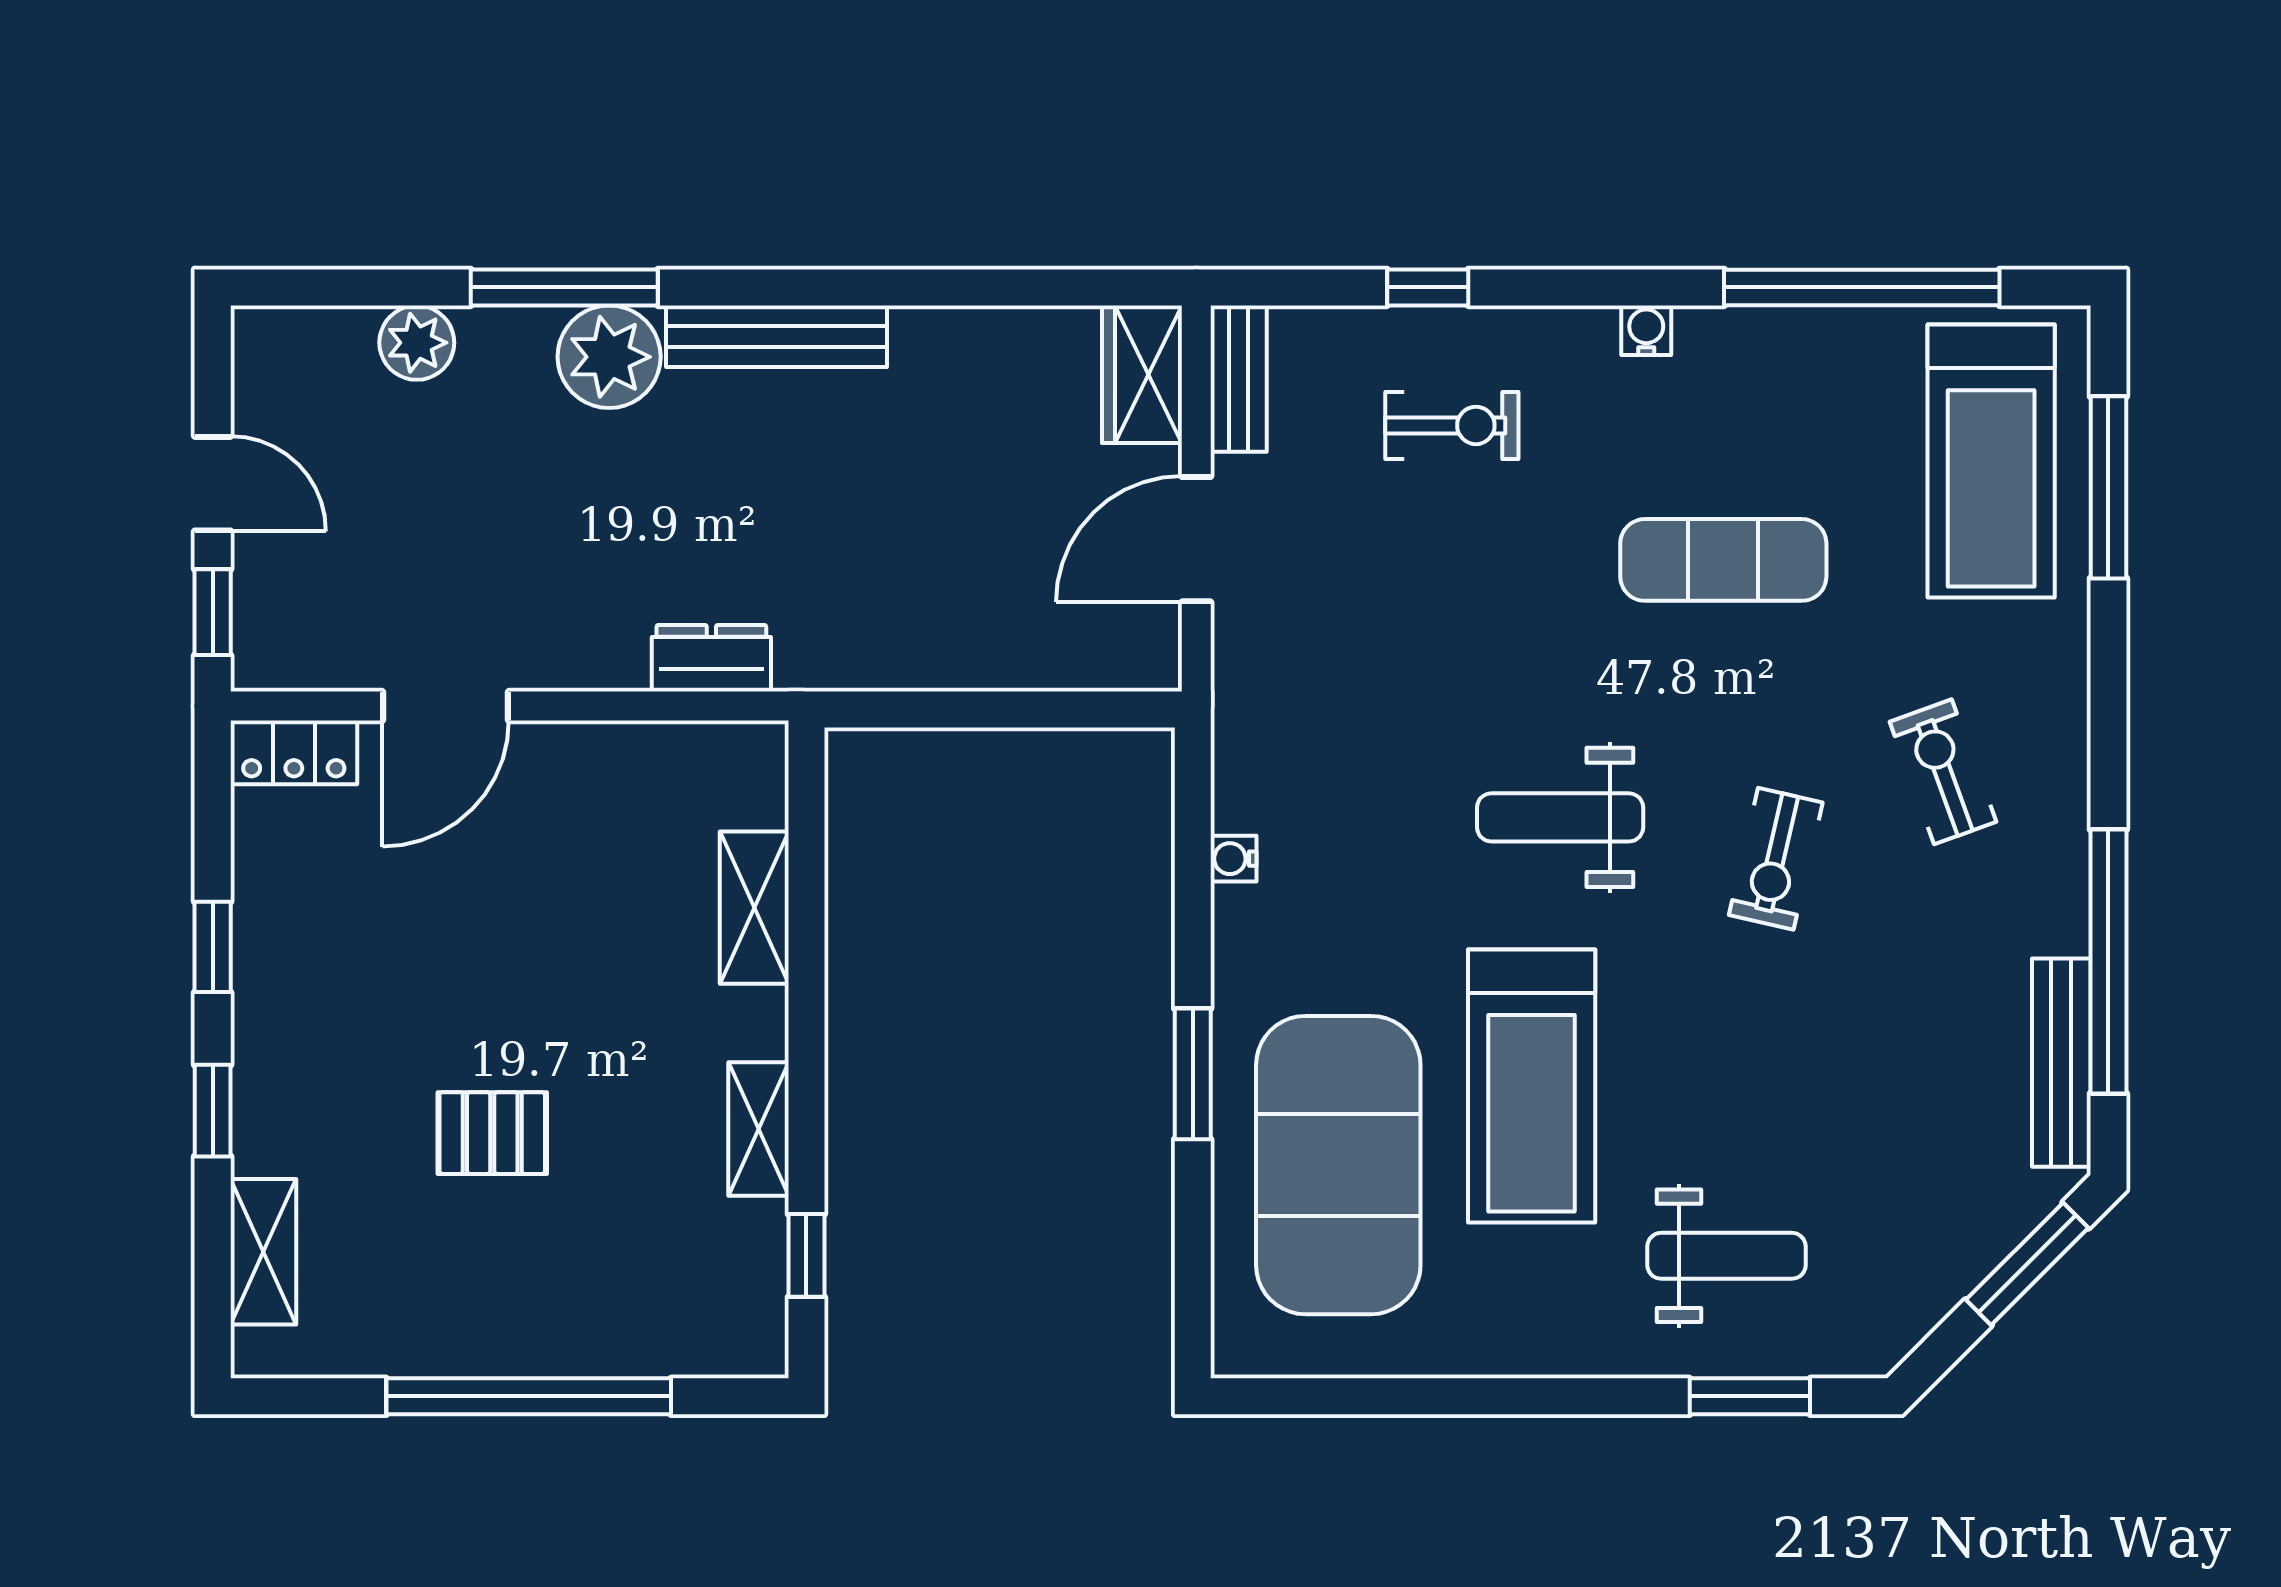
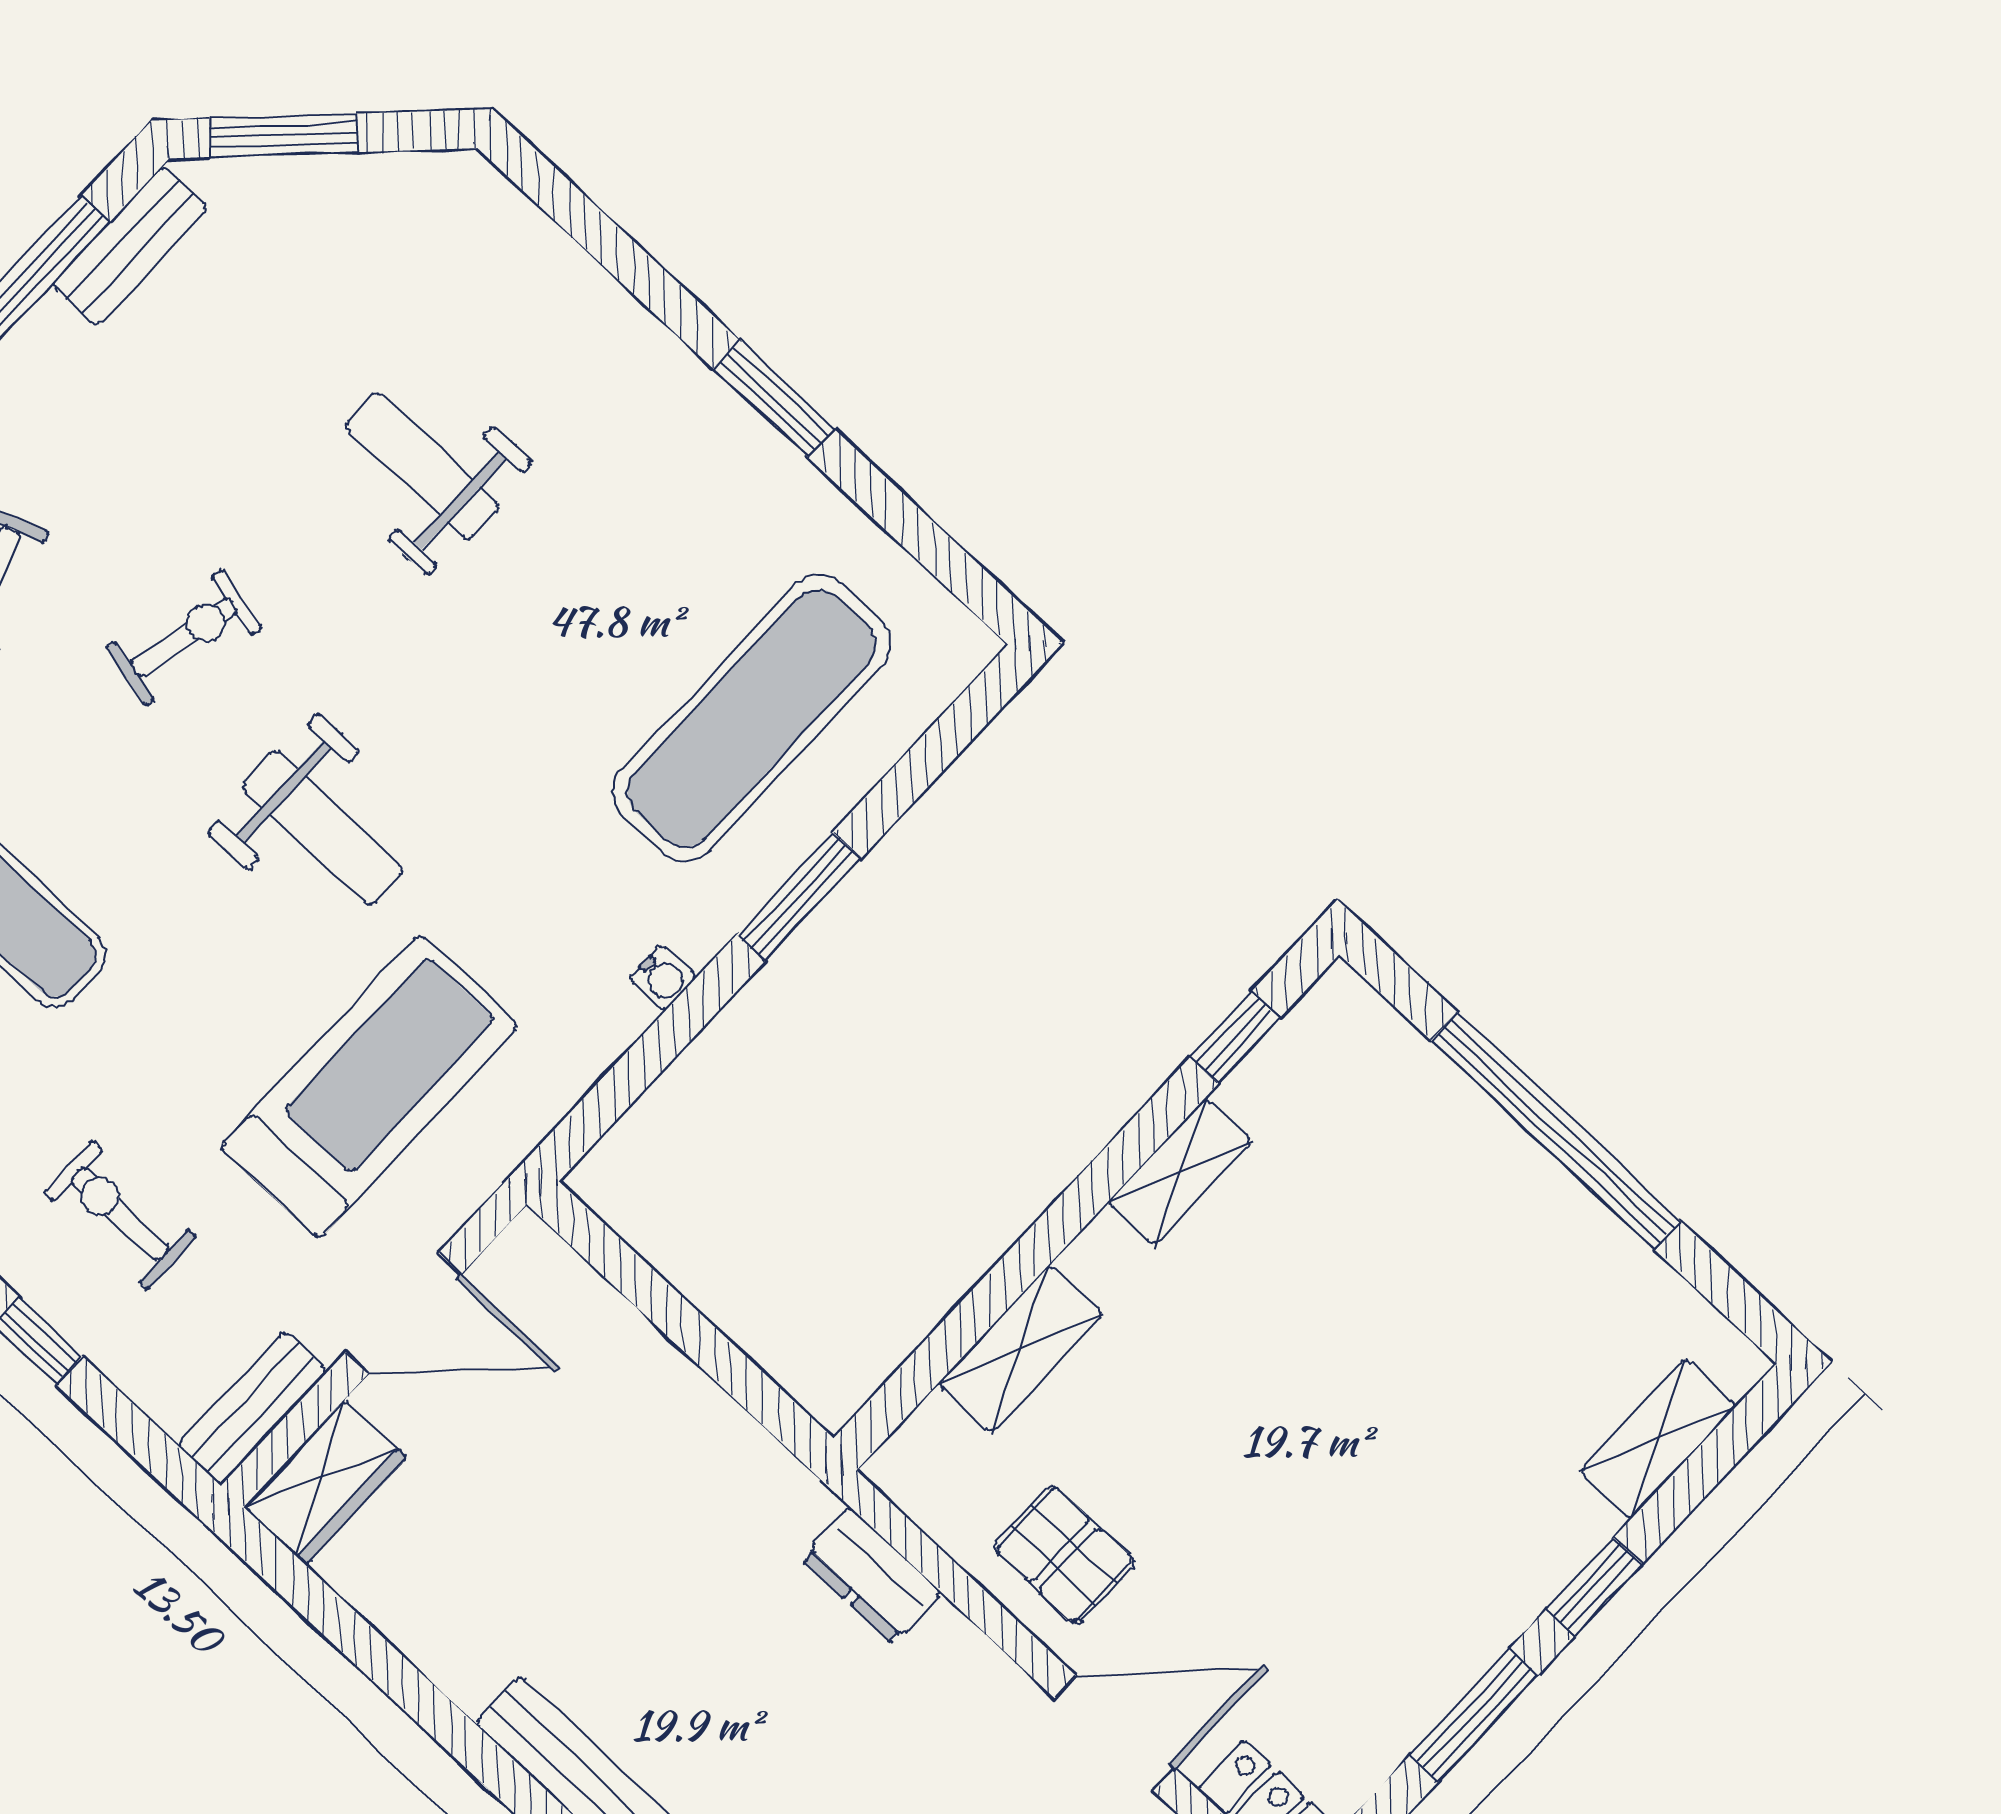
water cooler: (1234, 859) -> (663, 978), moved
window: (213, 947) -> (1474, 1715), width x1.50
bench: (2061, 1063) -> (130, 246), width x0.73
treadmill: (1532, 1086) -> (369, 1086), moved
pallet: (492, 1133) -> (1064, 1555), moved
exercise mat: (1338, 1165) -> (752, 718), width x0.68
weight bench: (1727, 1256) -> (423, 466), moved
window: (1750, 1396) -> (774, 399), moved

